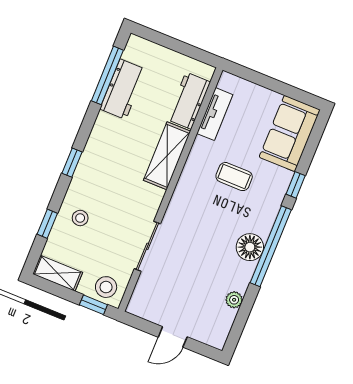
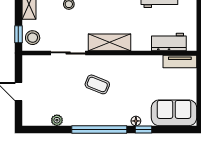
tv unit: (215, 114) -> (180, 62), moved
shelving: (167, 156) -> (110, 42), moved
coffee table: (234, 177) -> (97, 84), moved, turned -68
floor lamp: (250, 247) -> (136, 121), moved, width x0.53, depth x0.53

